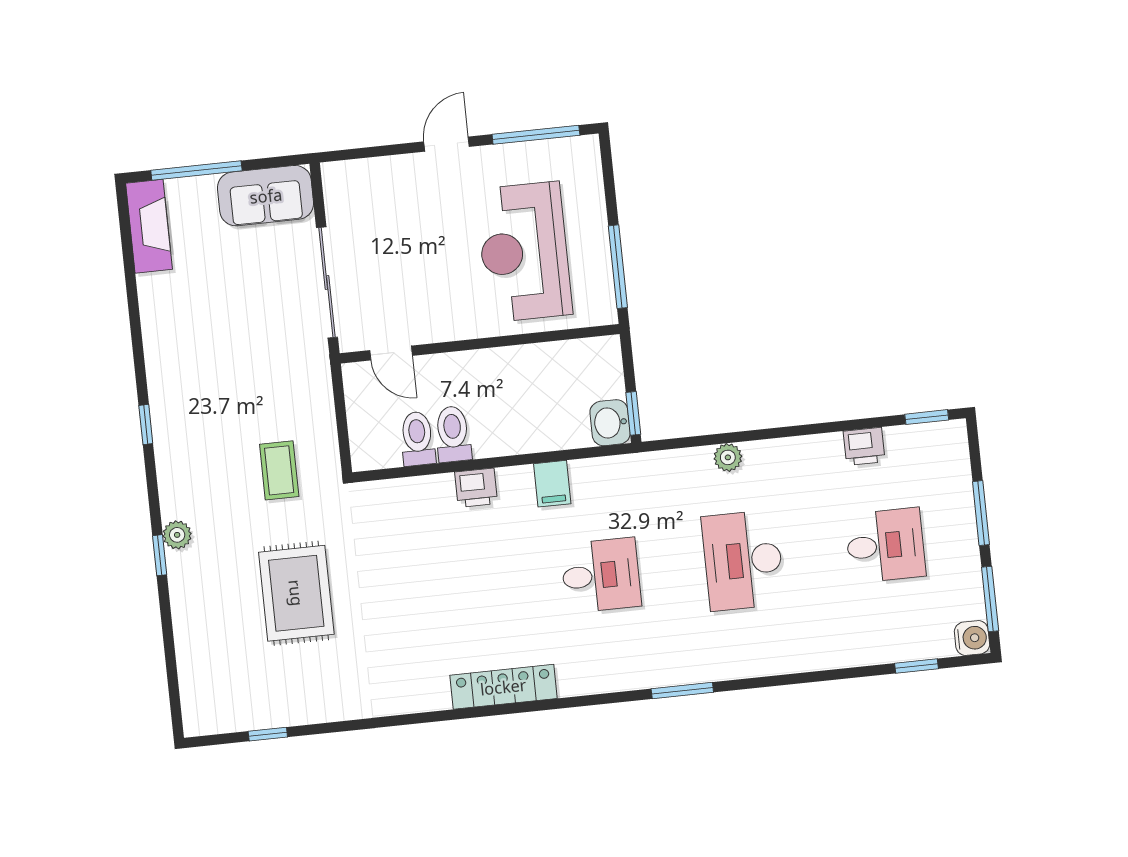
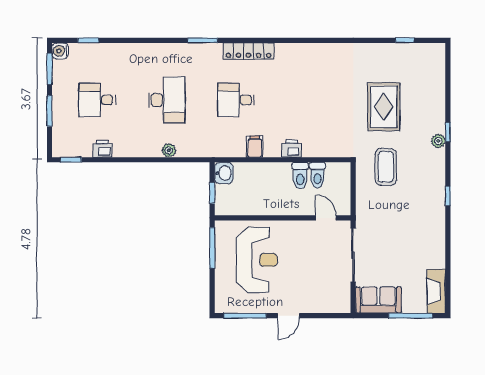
window: (633, 413) -> (212, 193), moved
coffee table: (279, 470) -> (386, 167), width x1.36, depth x1.30
locker: (503, 687) -> (248, 51), moved

